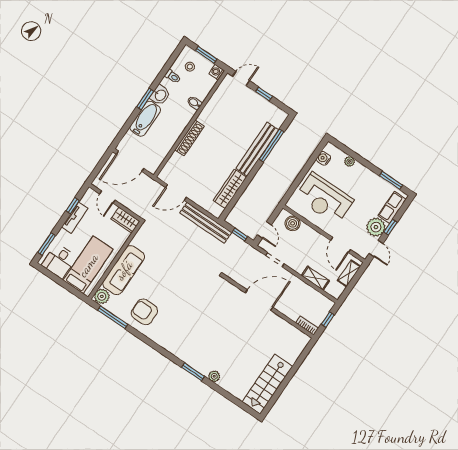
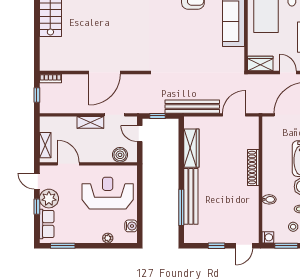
shelving: (315, 278) -> (90, 122), moved

